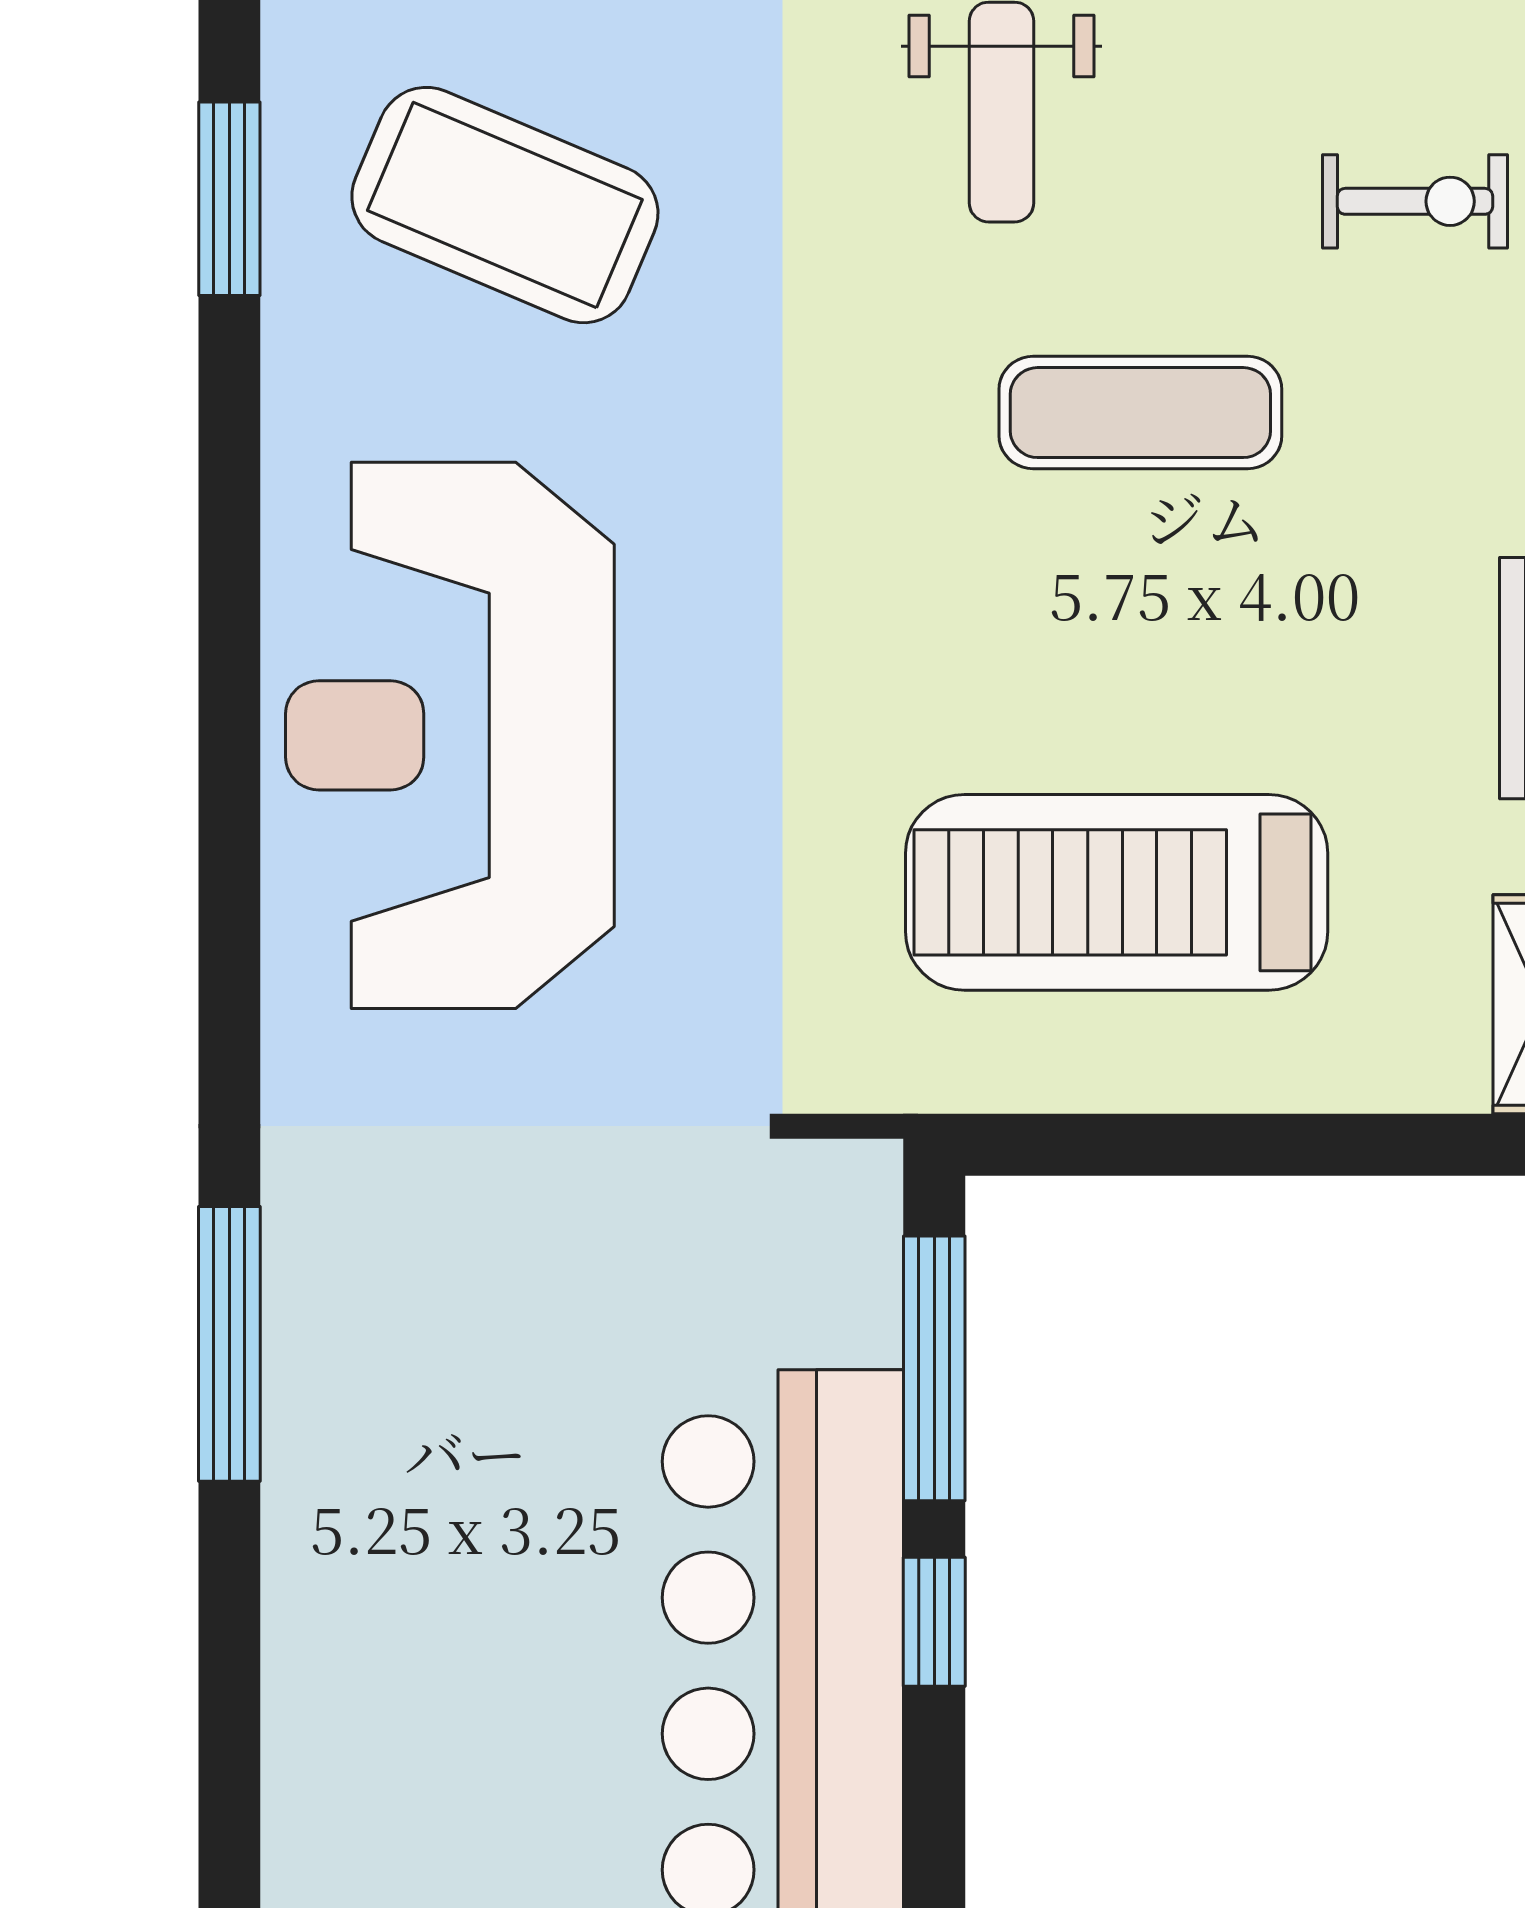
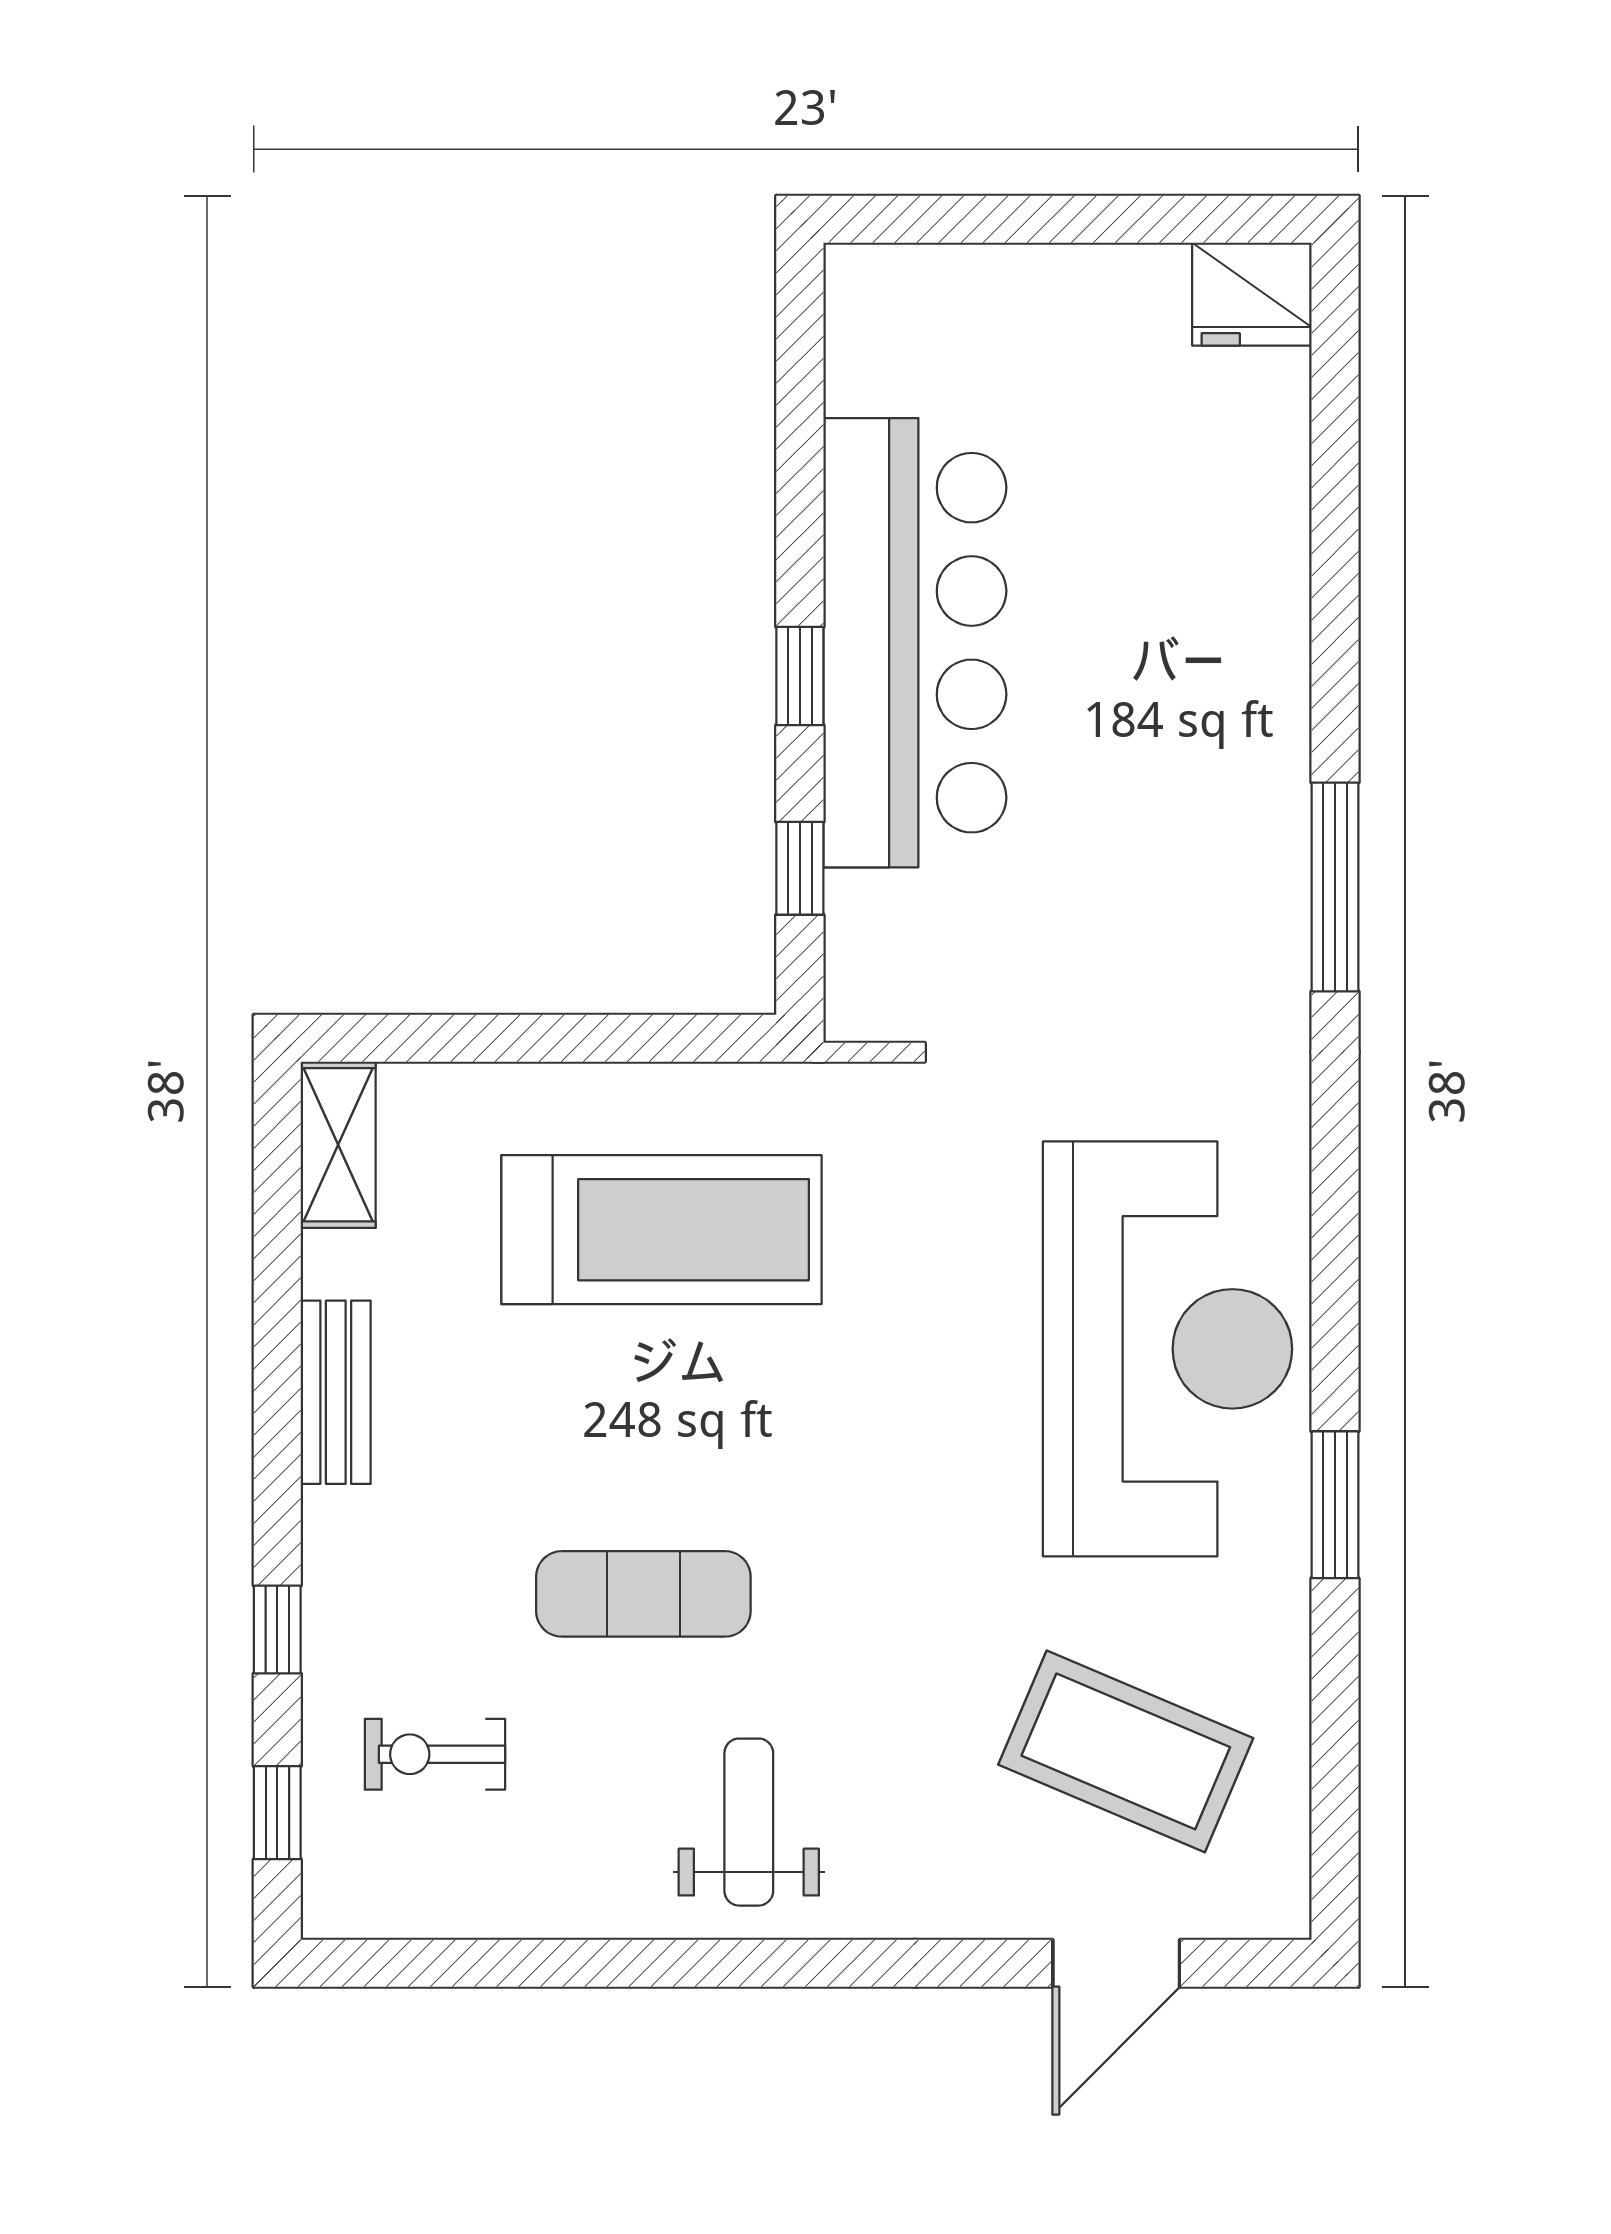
window: (229, 199) -> (1335, 1505), moved
window: (934, 1368) -> (800, 868), width x0.46

